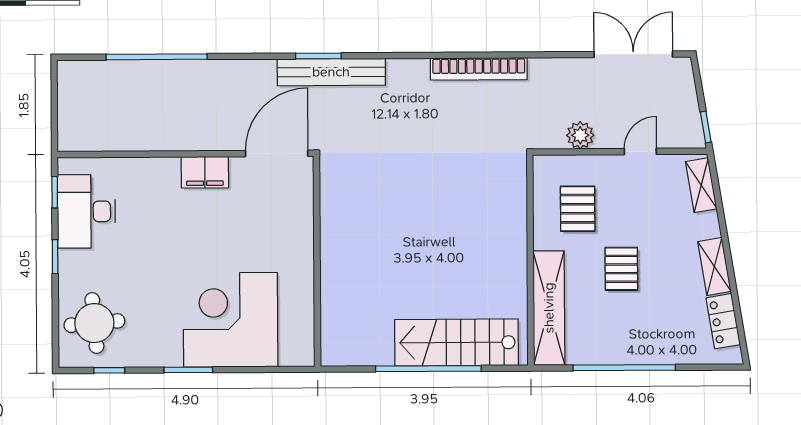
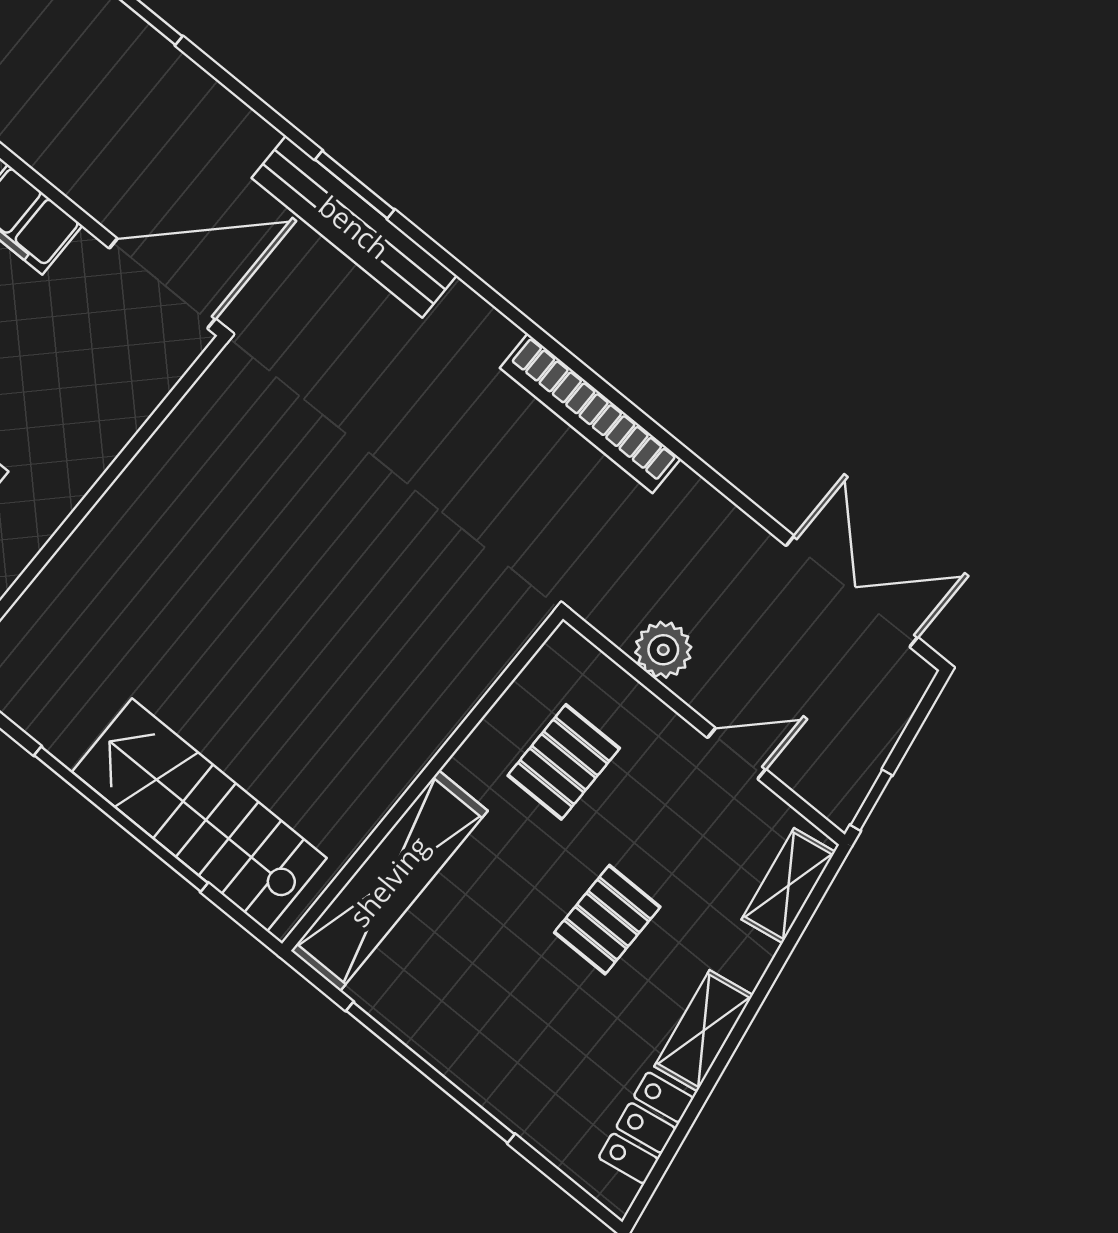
pallet: (621, 269) -> (607, 920), moved

